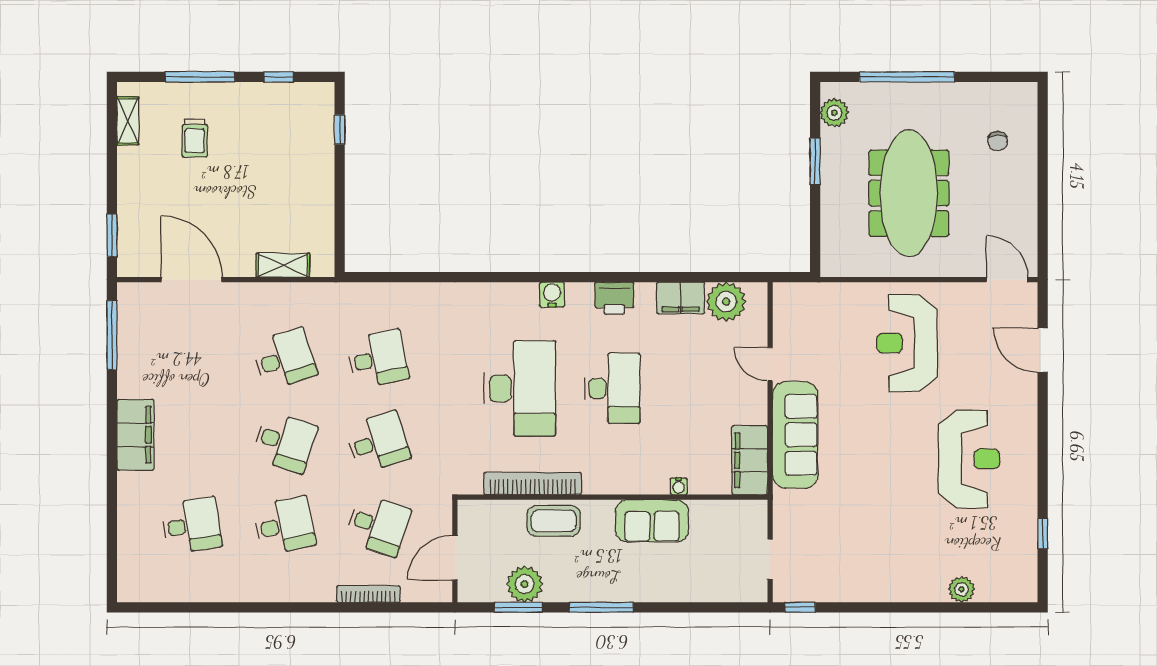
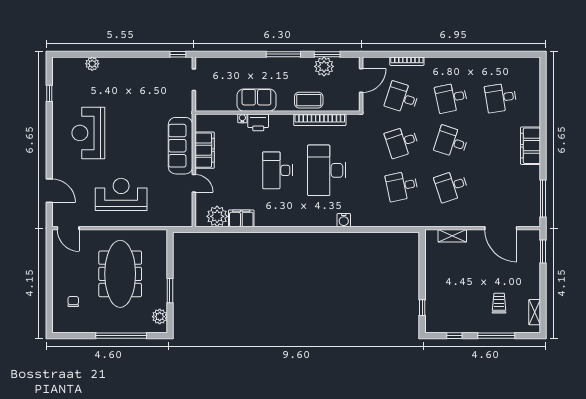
water cooler: (552, 295) -> (344, 220), moved
printer: (614, 298) -> (258, 122), moved, turned 180
reception desk: (907, 343) -> (121, 194), turned -90
filing cabinet: (750, 460) -> (205, 150), moved

